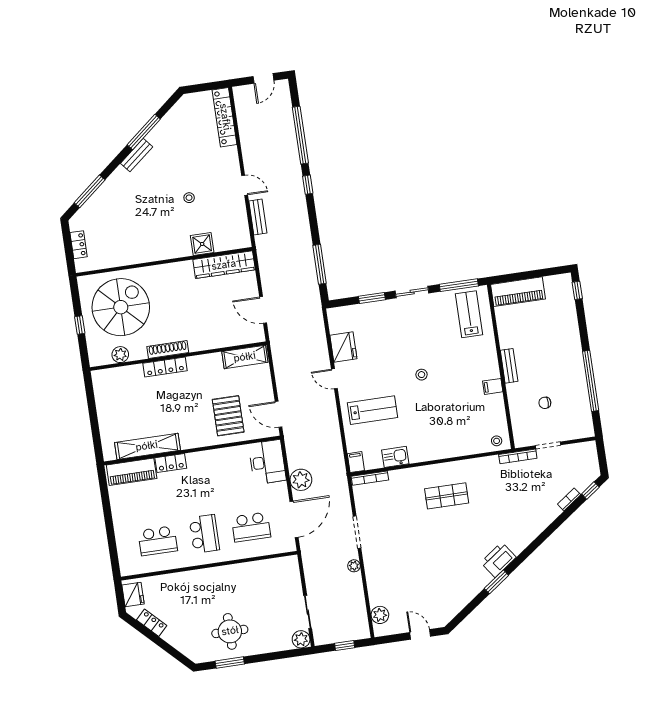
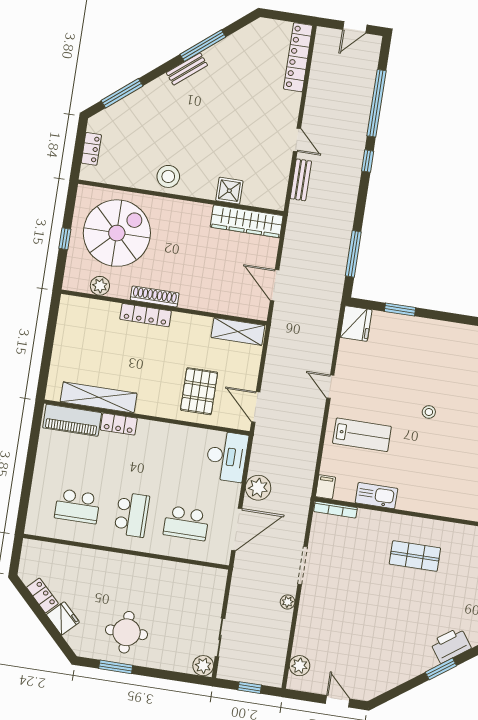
stool: (189, 198) -> (168, 176), moved, width x1.89, depth x1.89
sliding door: (412, 292) -> (447, 317), removed
fridge: (343, 347) -> (356, 323), moved
kitchen sink: (395, 457) -> (376, 496), width x1.38
fridge: (133, 594) -> (63, 618), moved, turned -45

